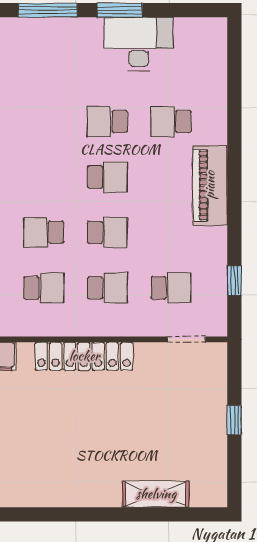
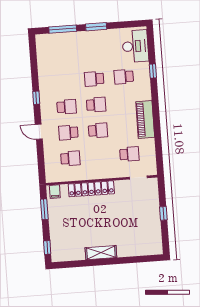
desk: (139, 44) -> (135, 46), moved, turned 90
piano: (210, 185) -> (145, 119), moved
window: (234, 281) -> (153, 71), moved
school desk: (107, 288) -> (67, 107), moved
shelving: (156, 494) -> (101, 253), moved

